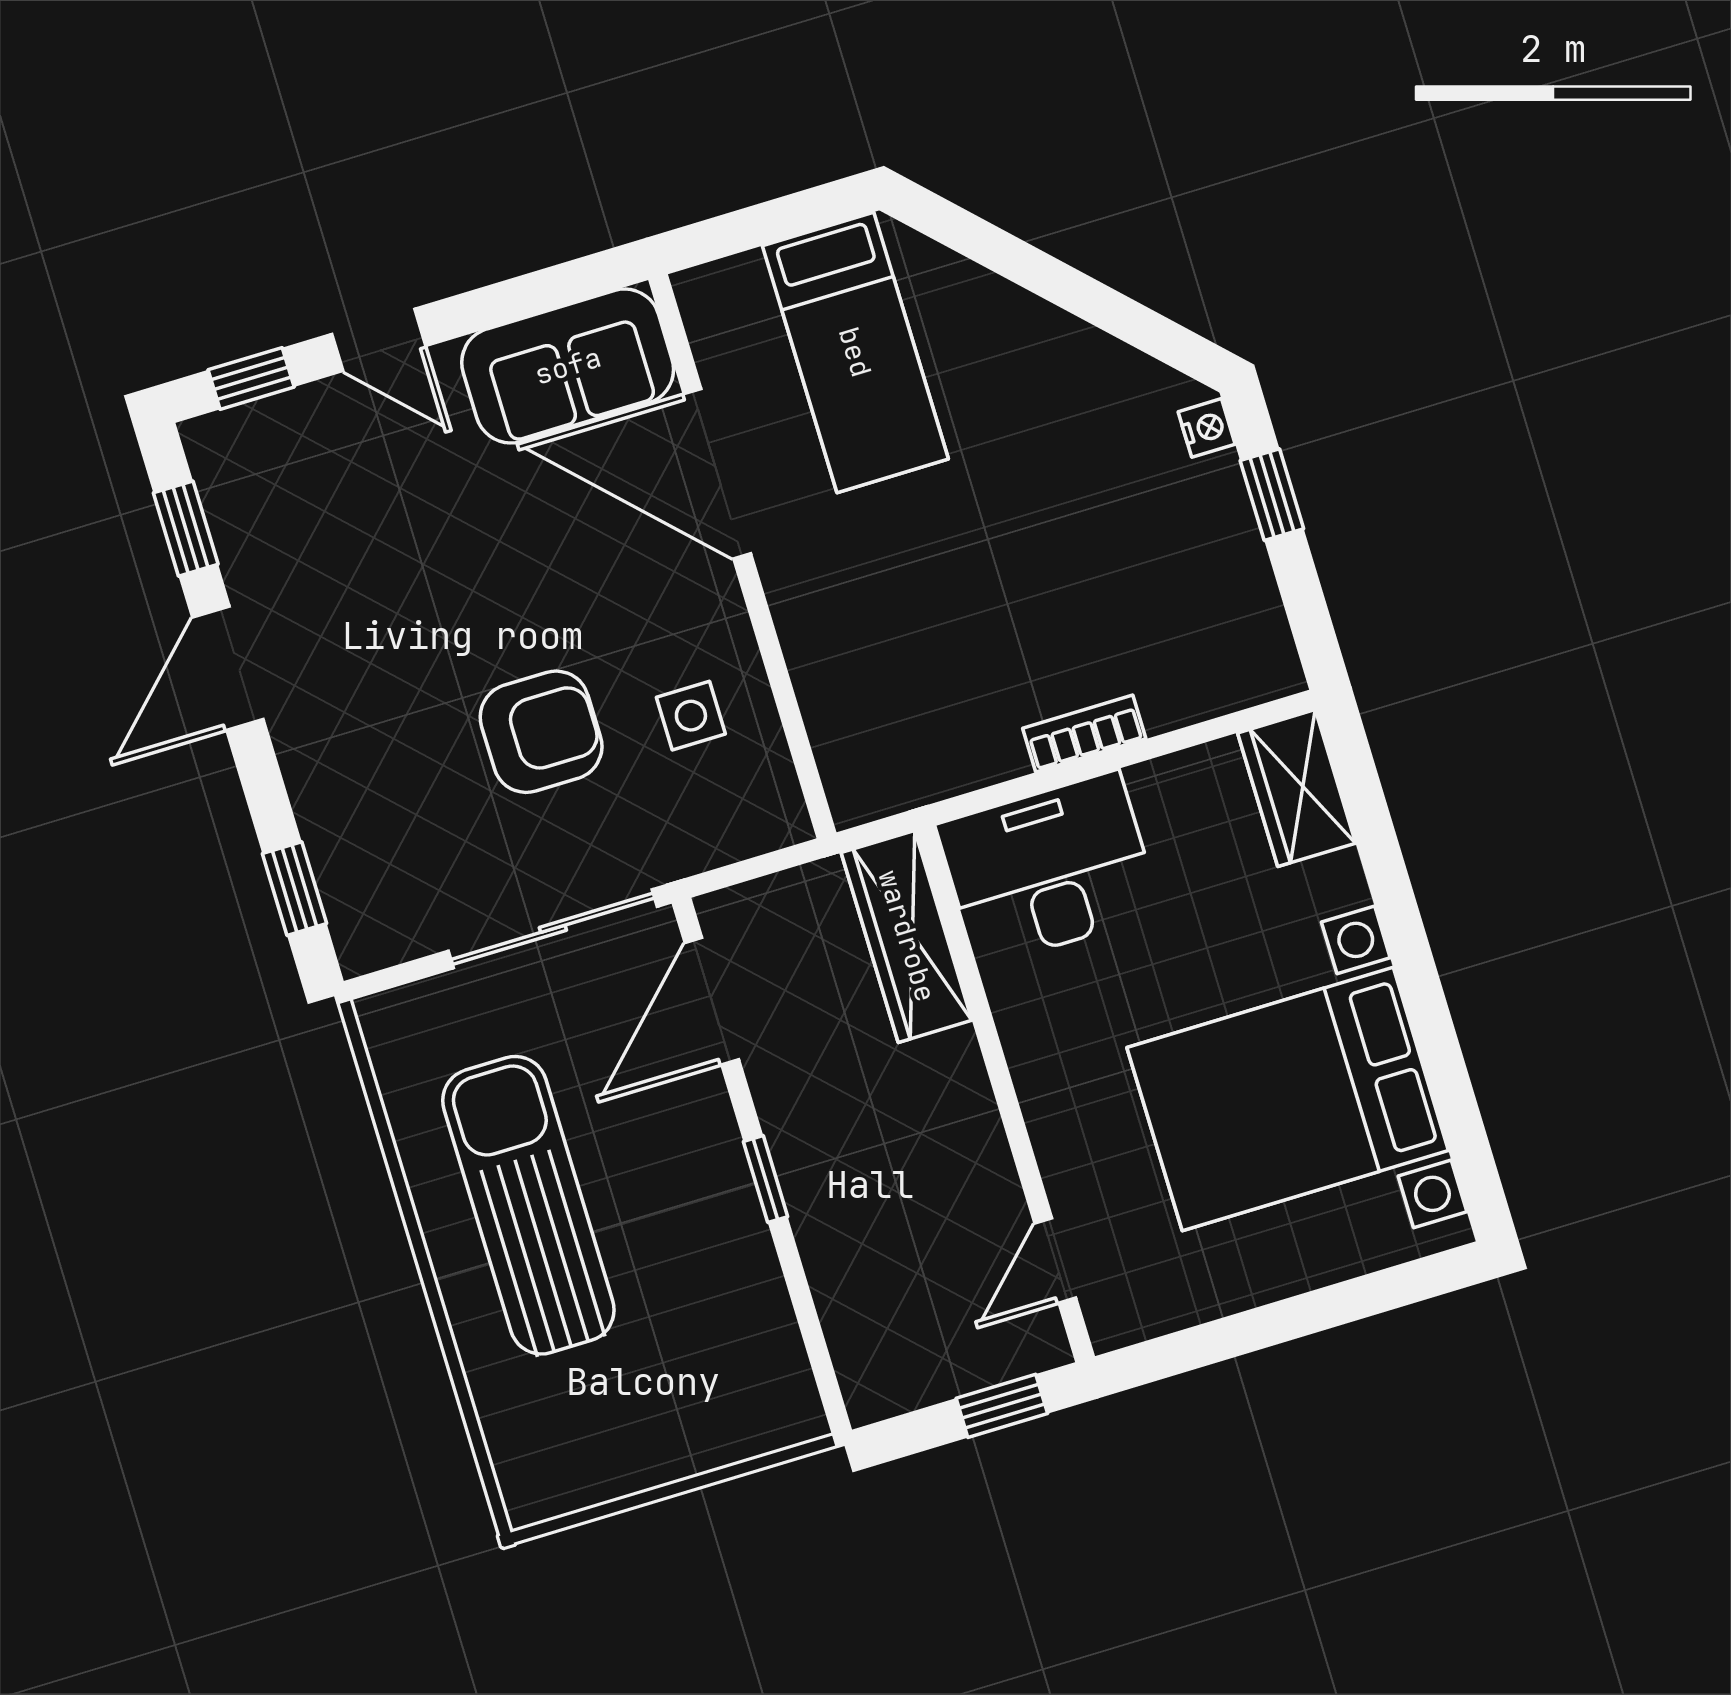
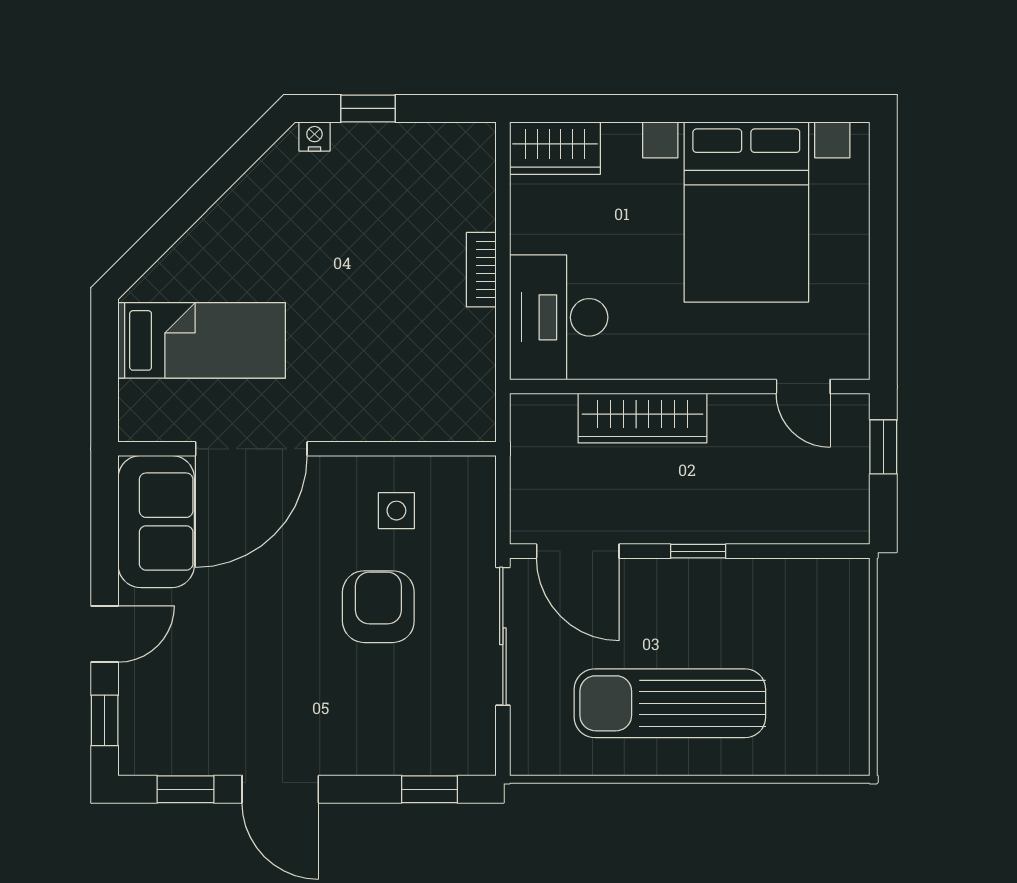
wardrobe: (907, 936) -> (642, 418), moved

